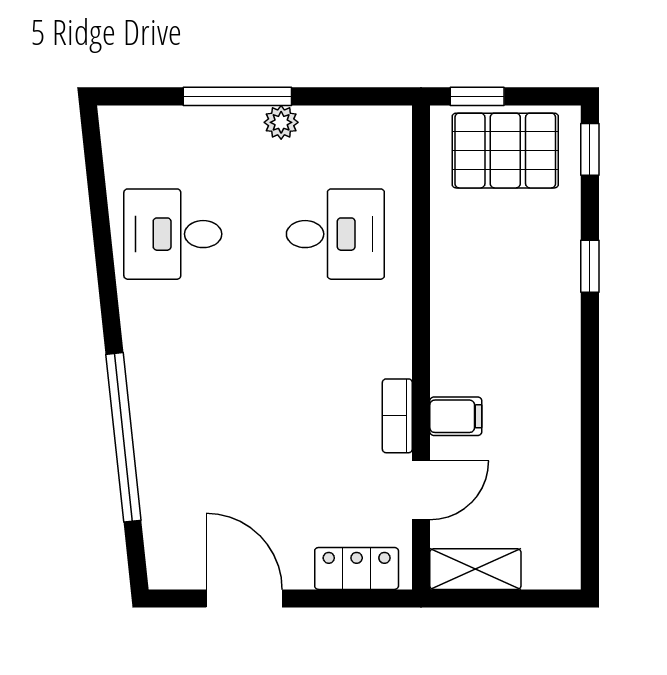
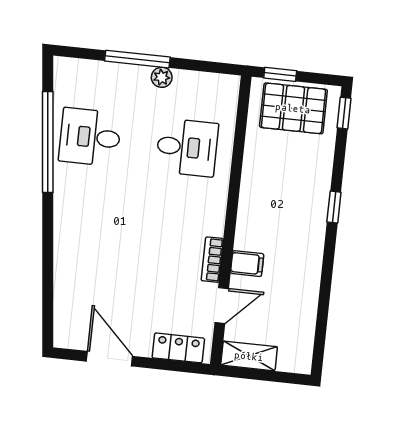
window: (590, 266) -> (334, 207), moved
window: (123, 437) -> (48, 142), moved

